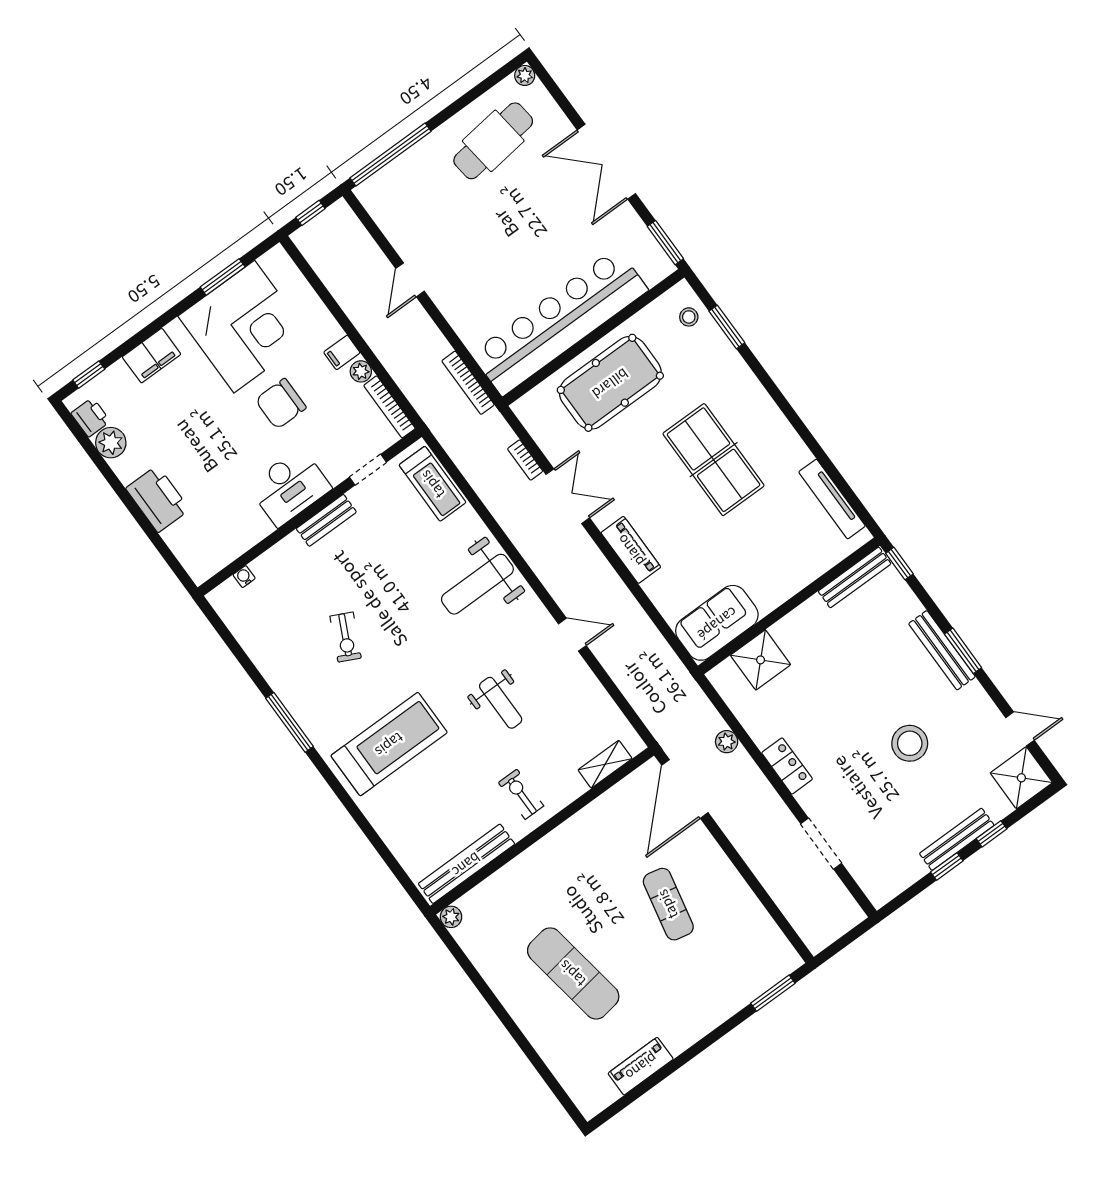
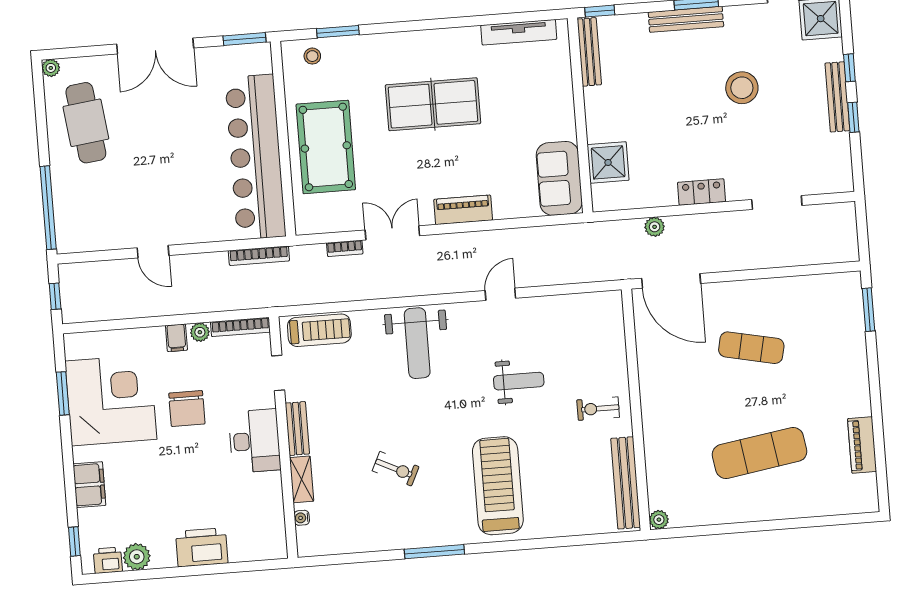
shelving: (605, 764) -> (302, 479), moved

